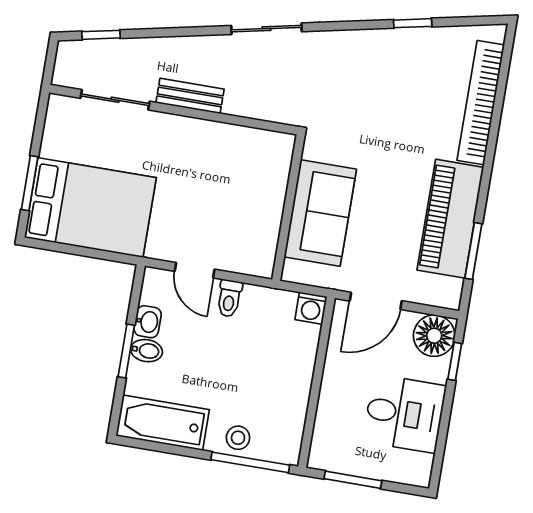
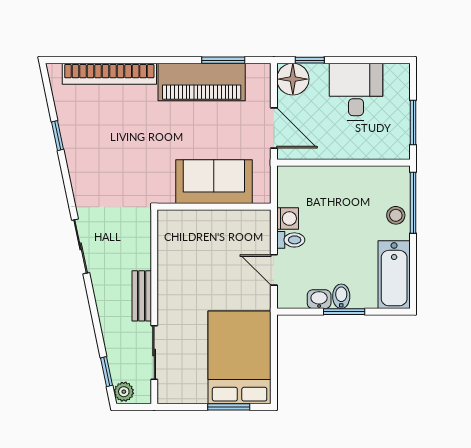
plant: (72, 52) -> (124, 392), added
door: (195, 270) -> (274, 270), swing flipped
washing machine: (311, 308) -> (288, 219), moved

